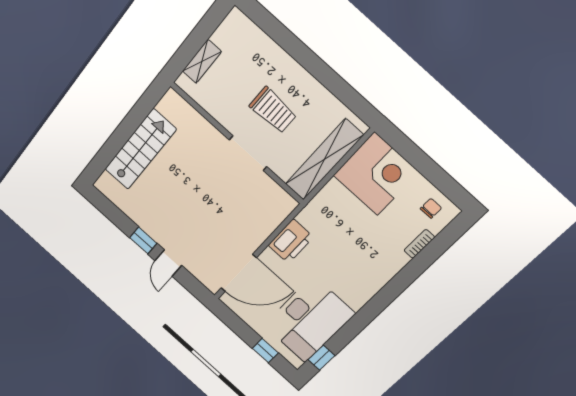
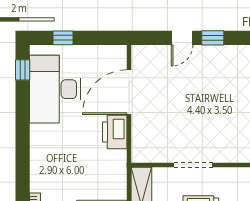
door: (168, 263) -> (182, 38), swing flipped
door: (239, 273) -> (129, 92), moved

